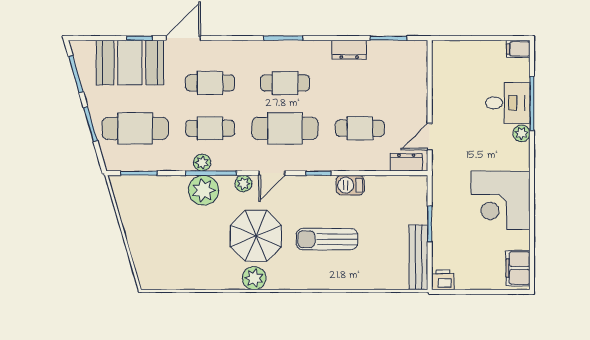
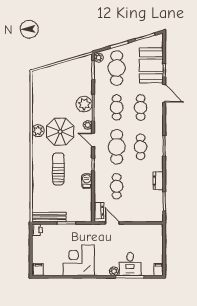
plant: (202, 163) -> (99, 58), moved
filing cabinet: (518, 268) -> (38, 269), width x0.50

